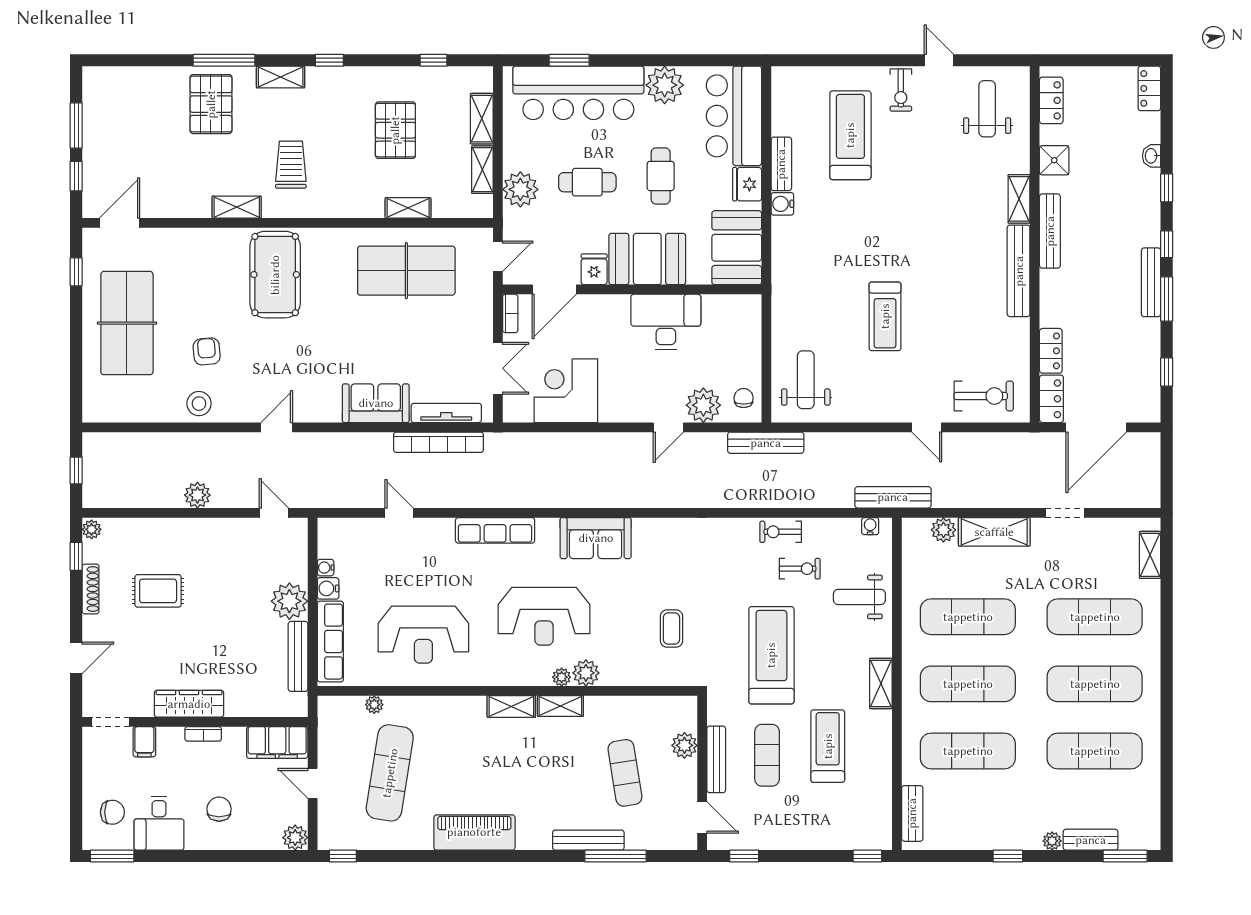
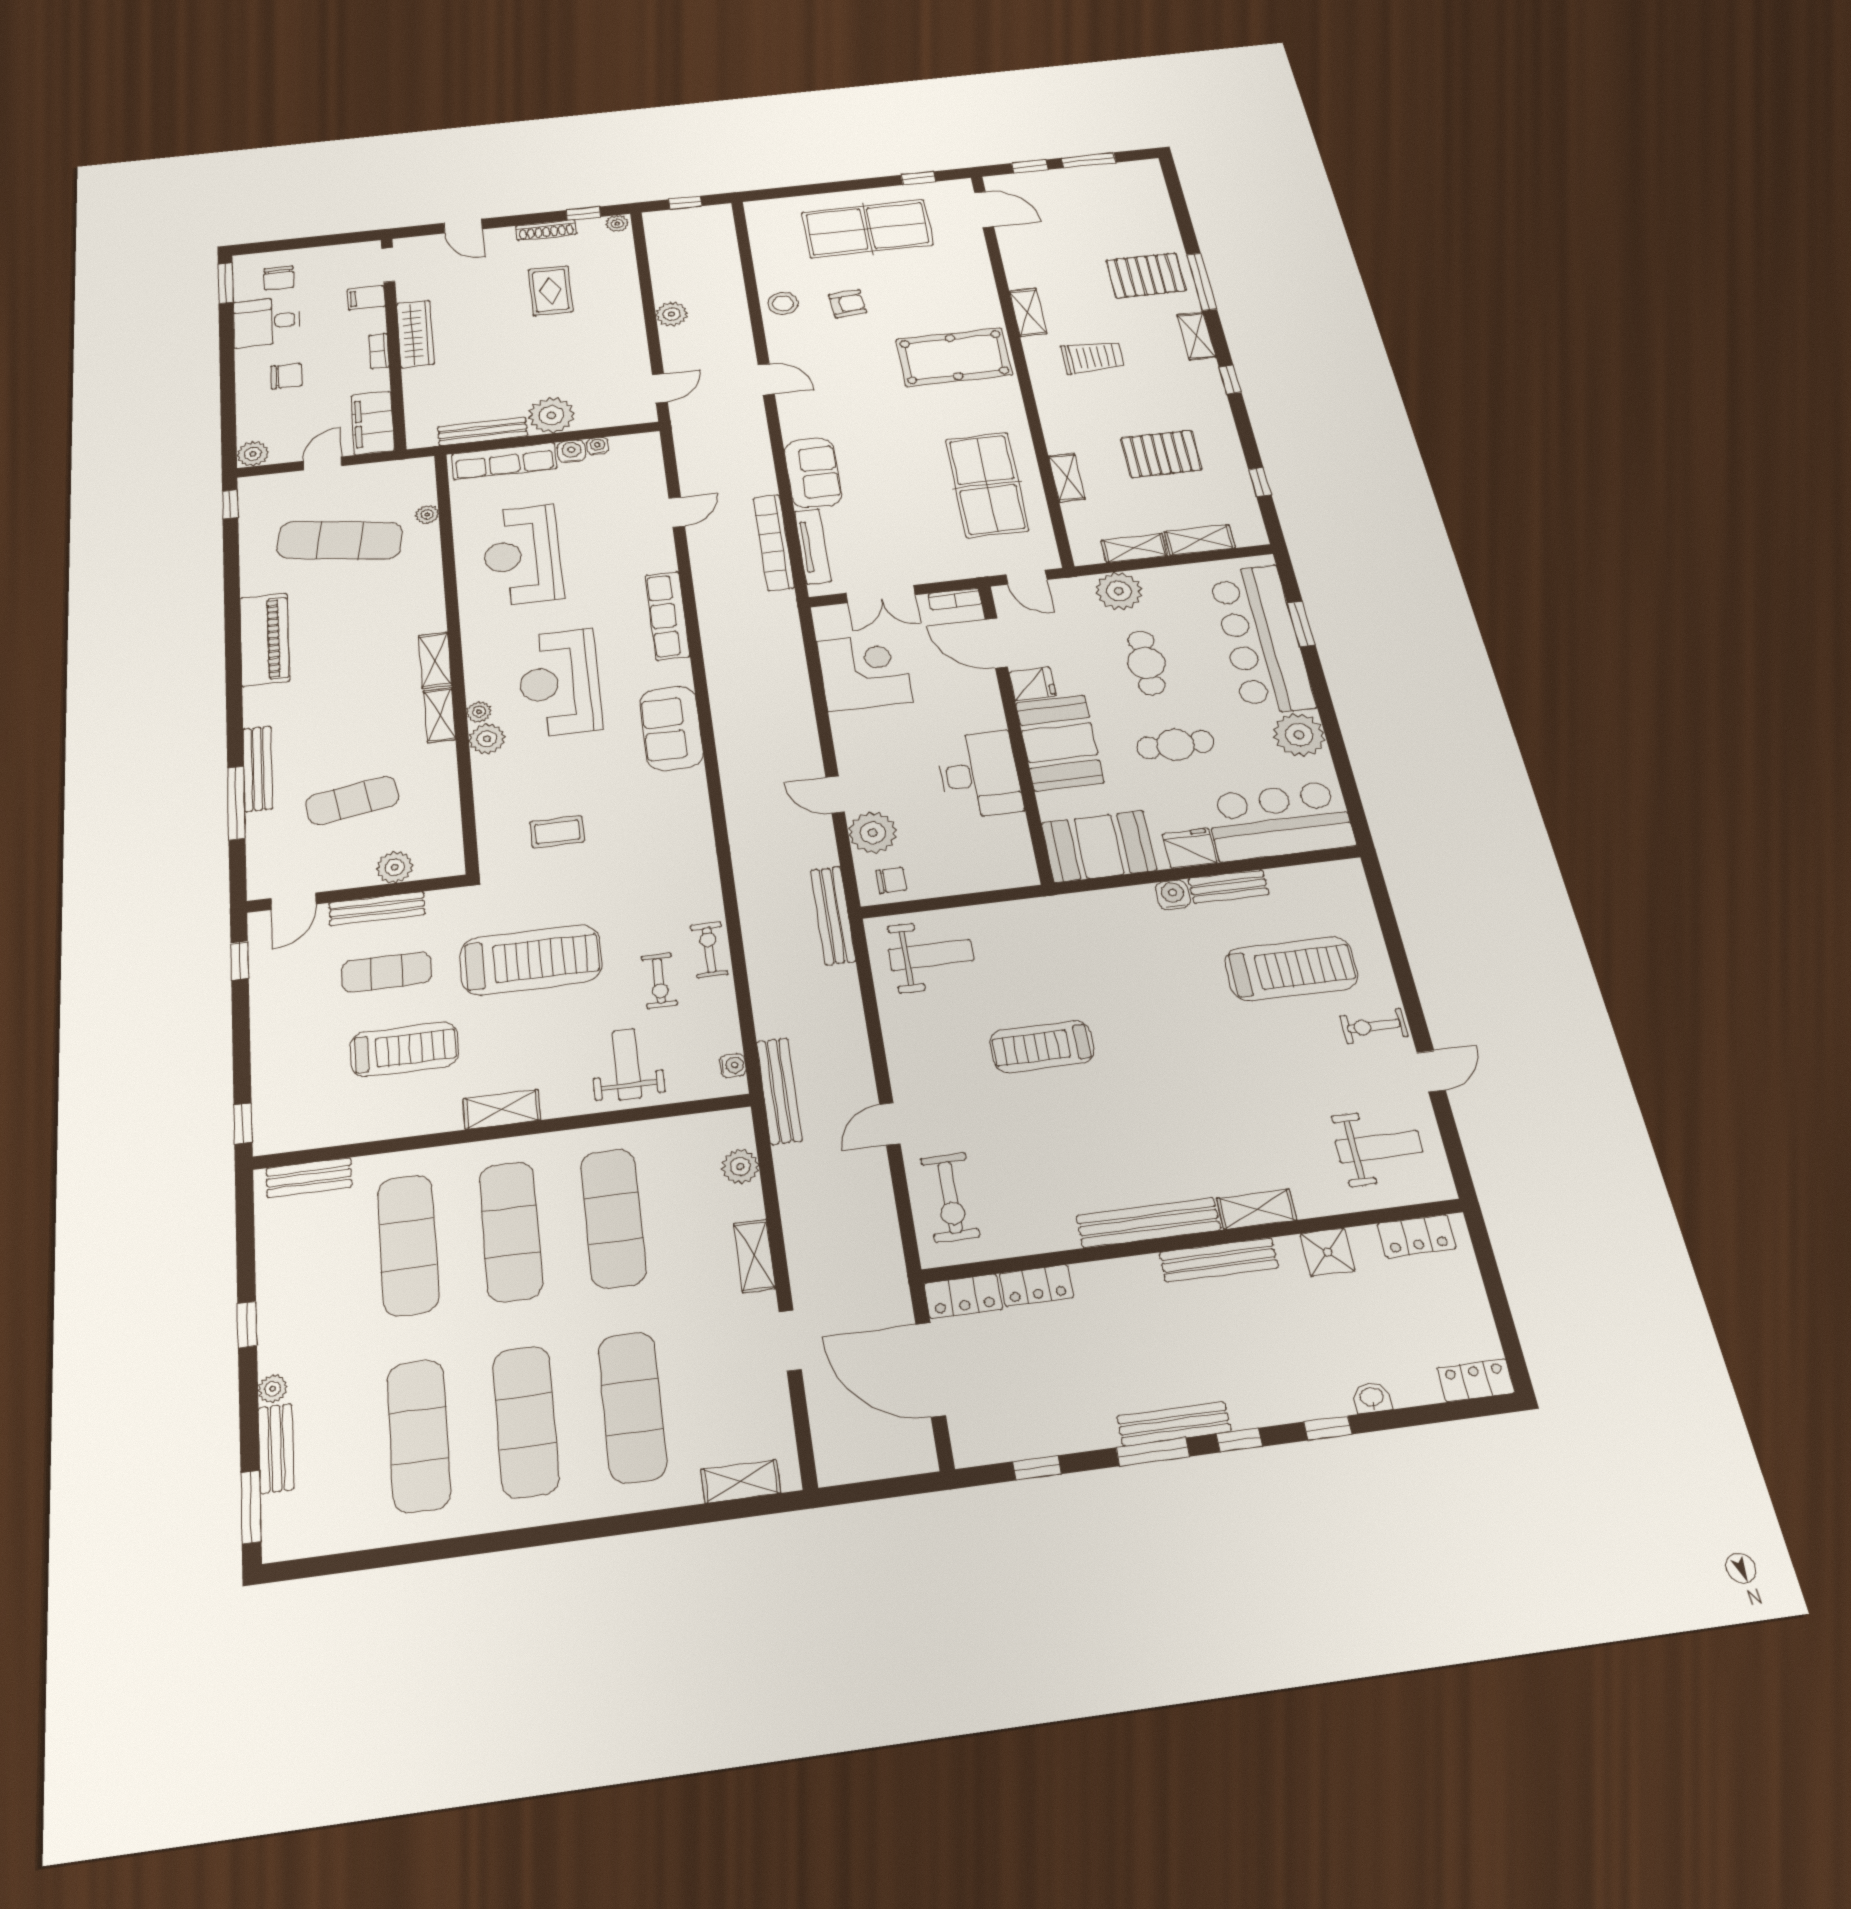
shelving: (994, 532) -> (754, 1256), width x0.67, depth x0.75

